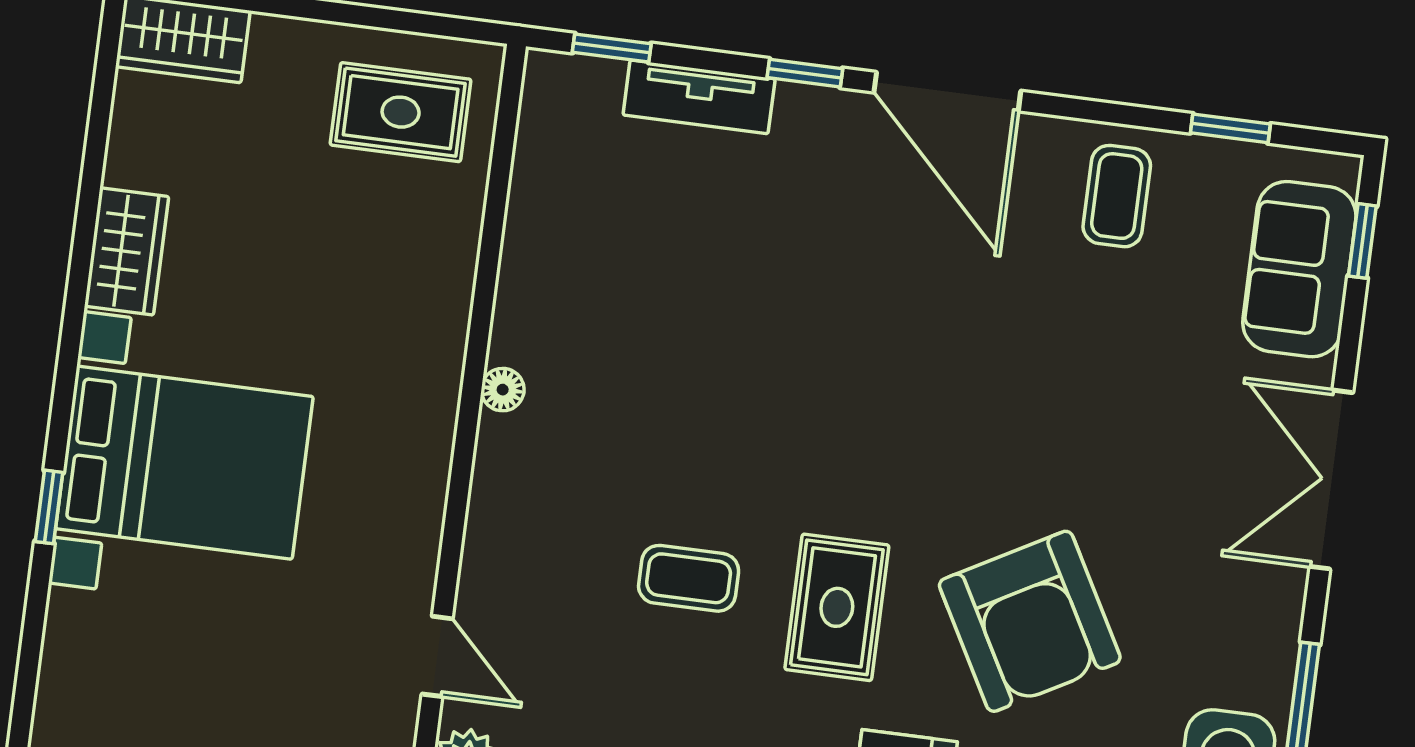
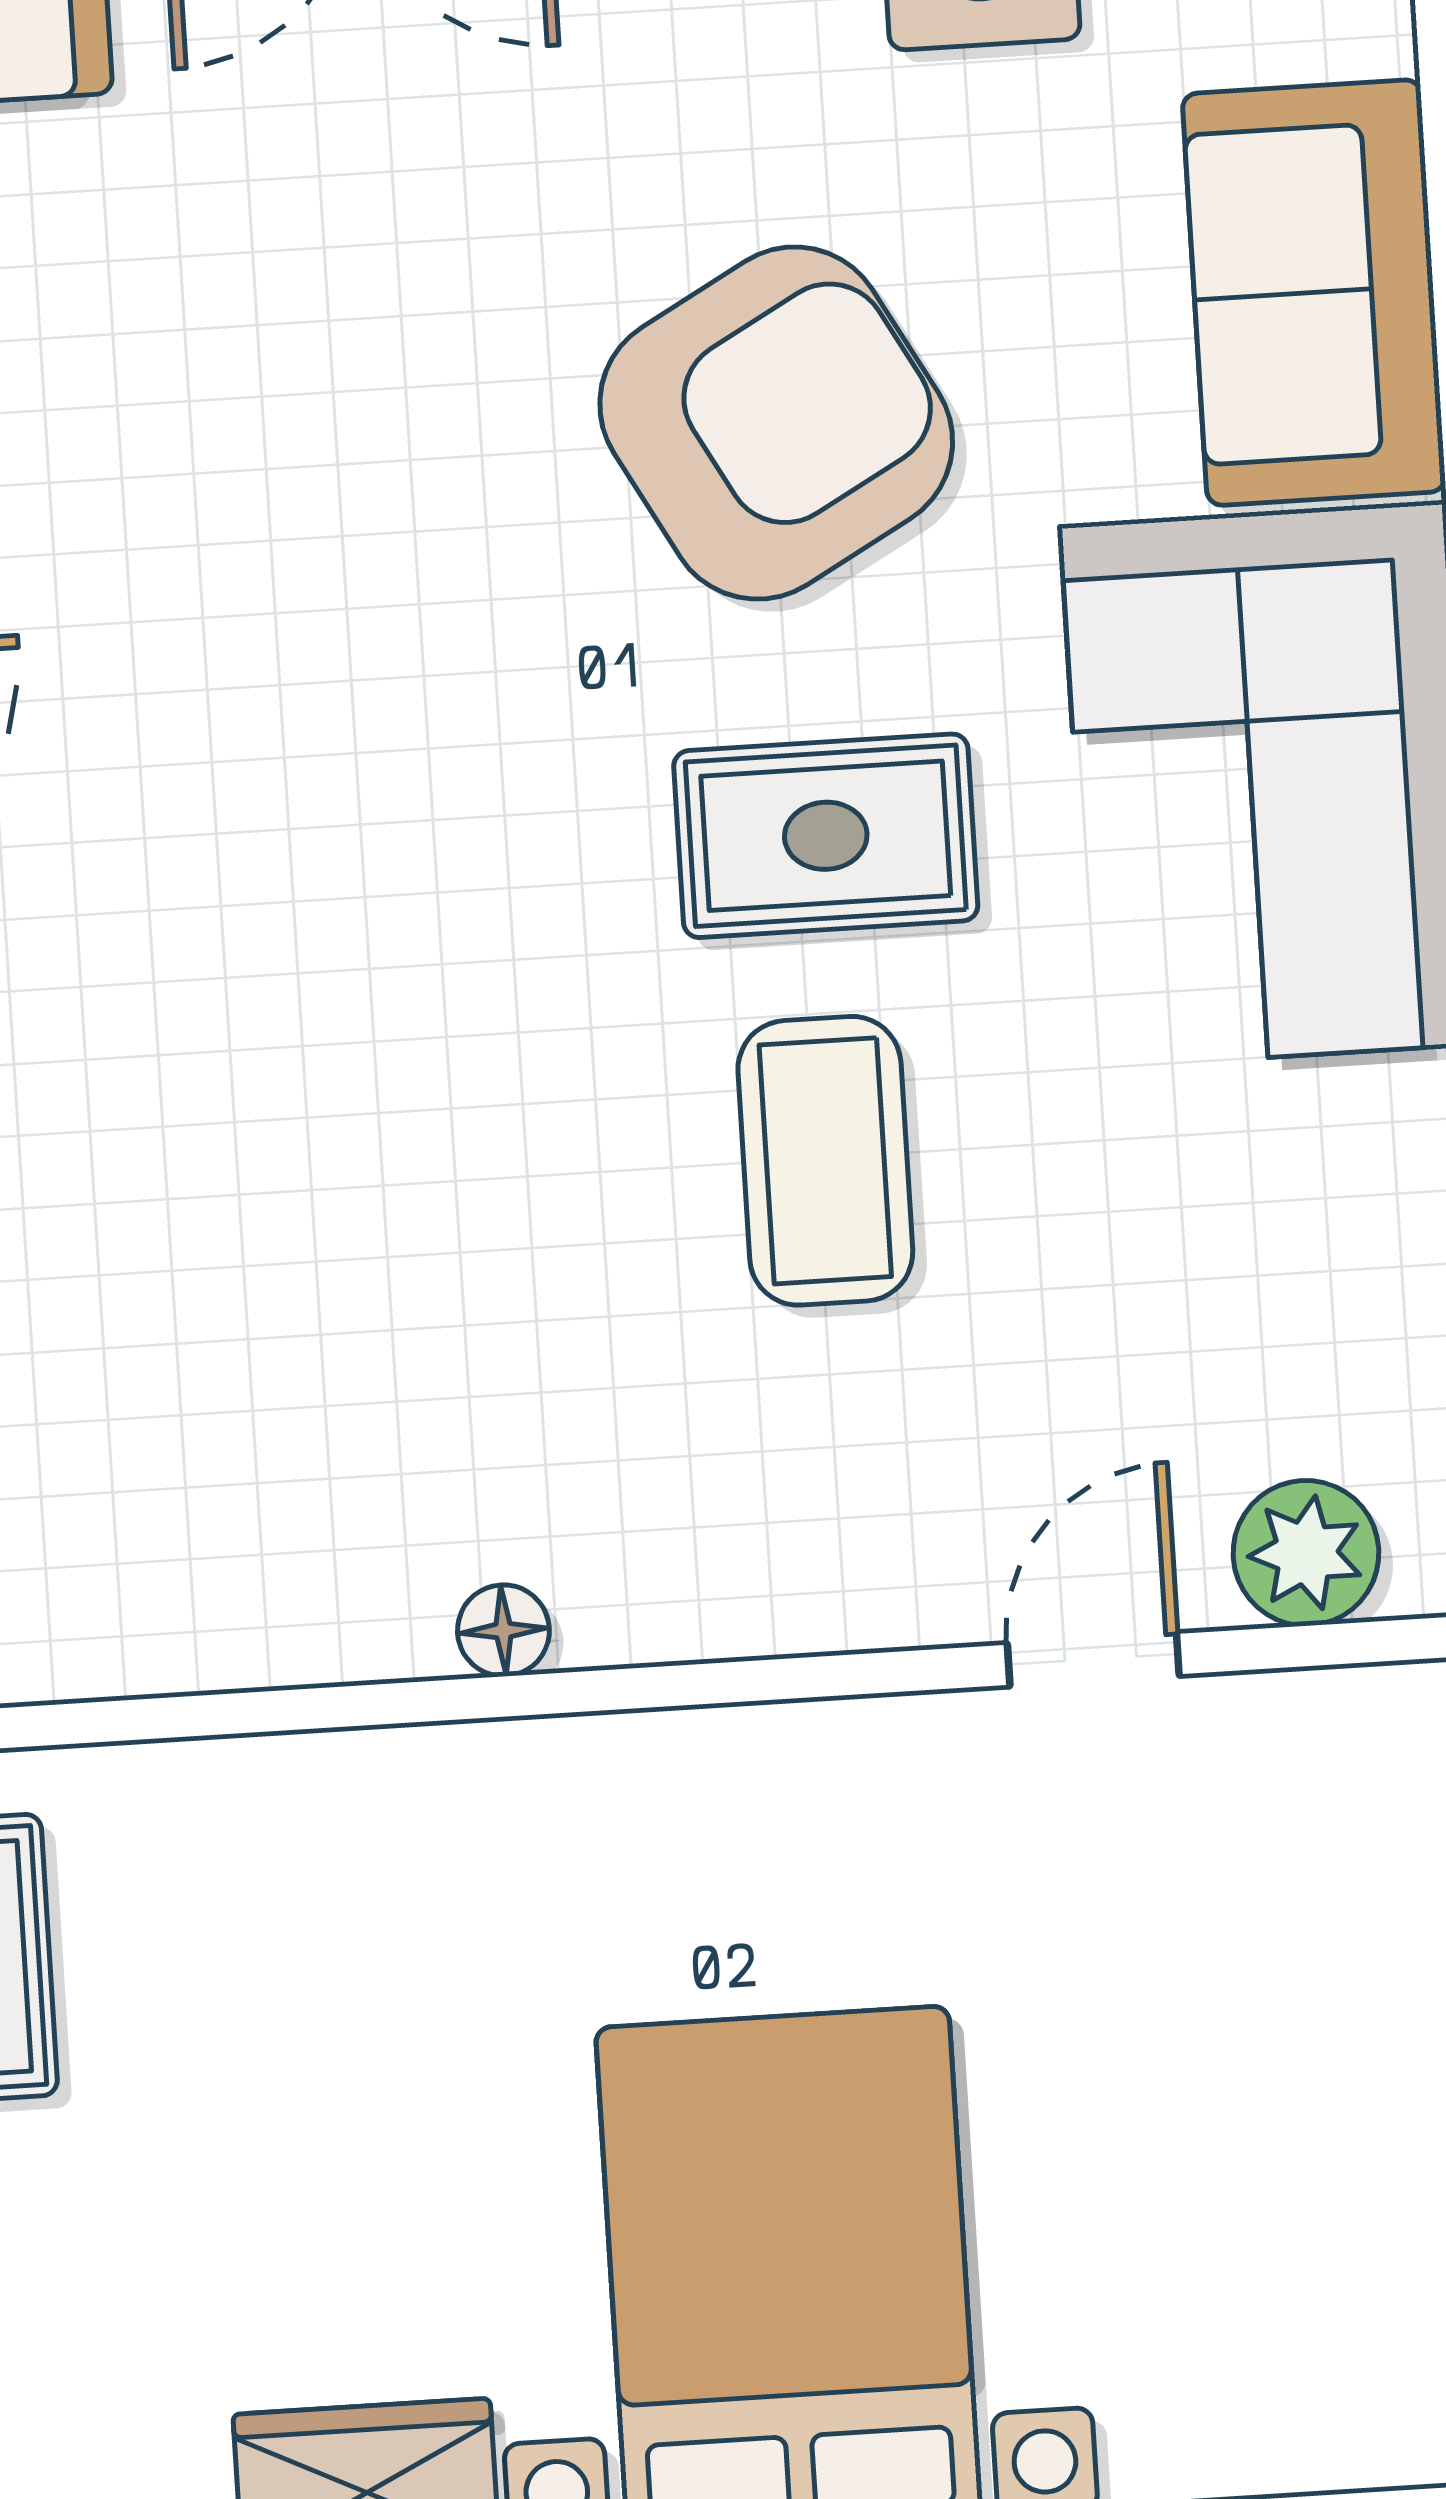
coffee table: (689, 578) -> (825, 1161), width x1.36, depth x1.30

